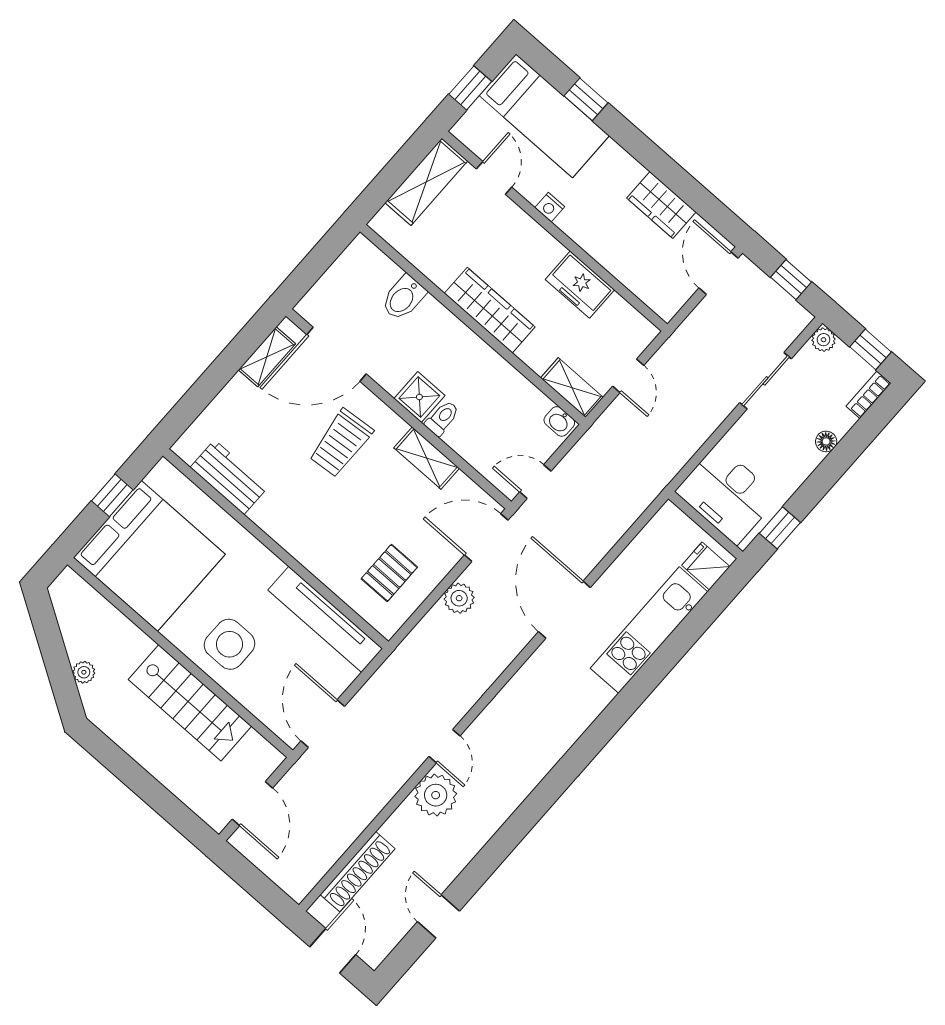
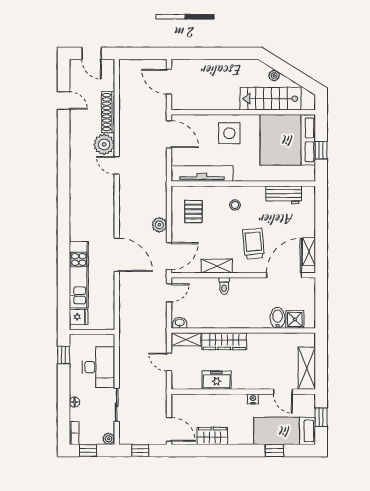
wardrobe: (490, 310) -> (224, 341), moved
shower: (419, 397) -> (295, 319), moved
desk: (727, 494) -> (98, 367), moved, turned 90
stool: (317, 527) -> (235, 205), added
stairs: (190, 703) -> (270, 99), moved
shoe rack: (358, 872) -> (108, 112), moved

